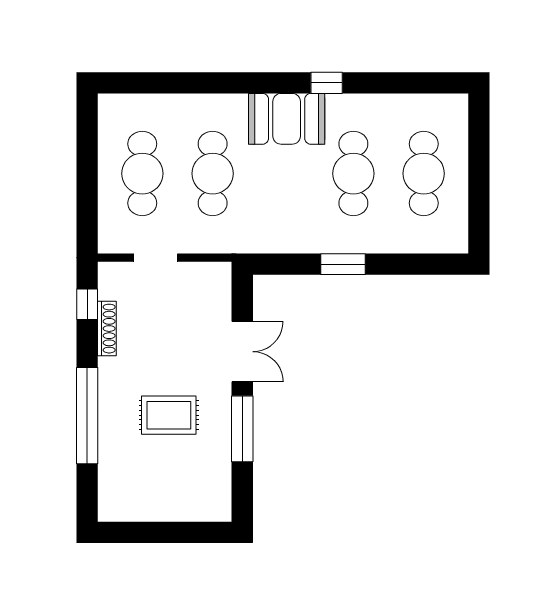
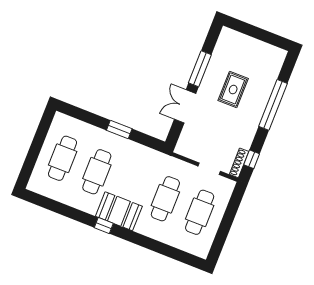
window: (327, 83) -> (104, 226), moved
shoe rack: (107, 329) -> (239, 163), moved
rug: (169, 415) -> (233, 90), turned 90

